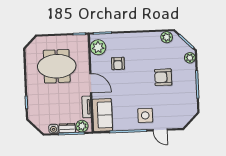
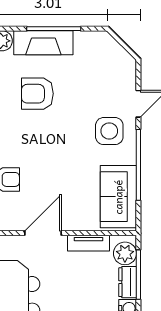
armchair: (163, 77) -> (37, 94), turned 90
fireplace: (190, 79) -> (43, 43), added
sofa: (102, 115) -> (118, 197), moved, turned -90

